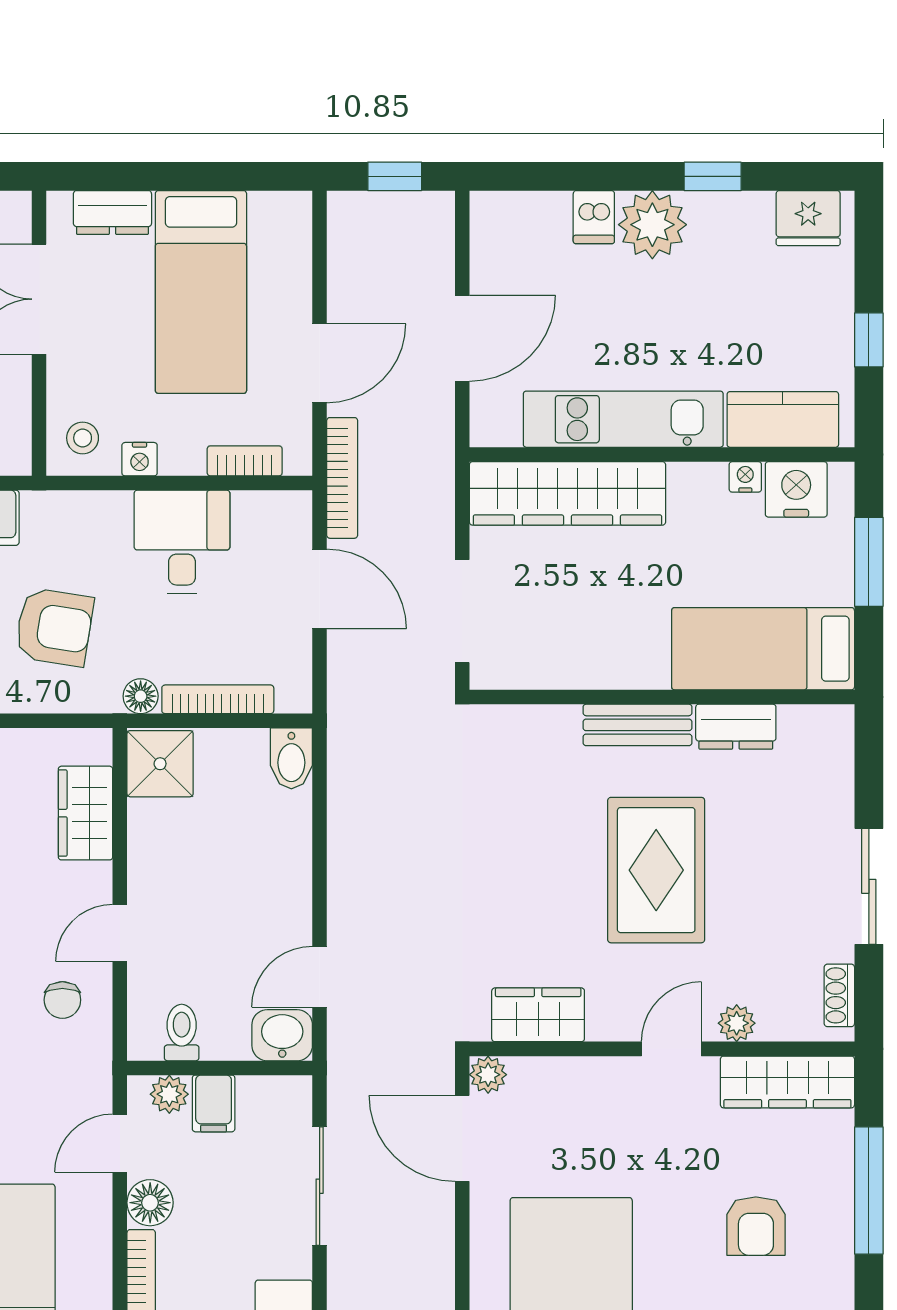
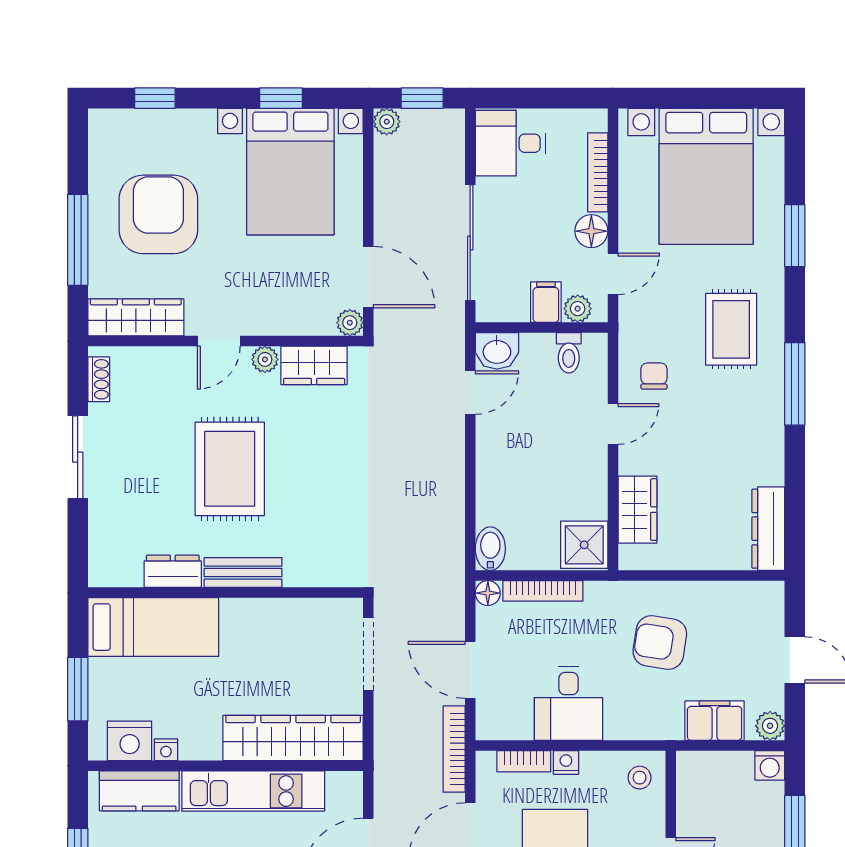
nightstand: (140, 459) -> (566, 762), moved
floor lamp: (141, 696) -> (488, 593), moved
plant: (737, 1023) -> (265, 359), moved
sliding door: (320, 1186) -> (470, 243), width x1.37
armchair: (756, 1226) -> (158, 214), width x1.88, depth x1.88

